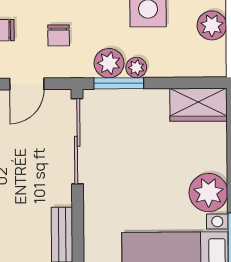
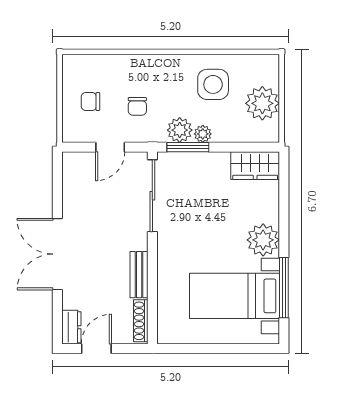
plant: (212, 25) -> (262, 103), width x1.36, depth x1.36

